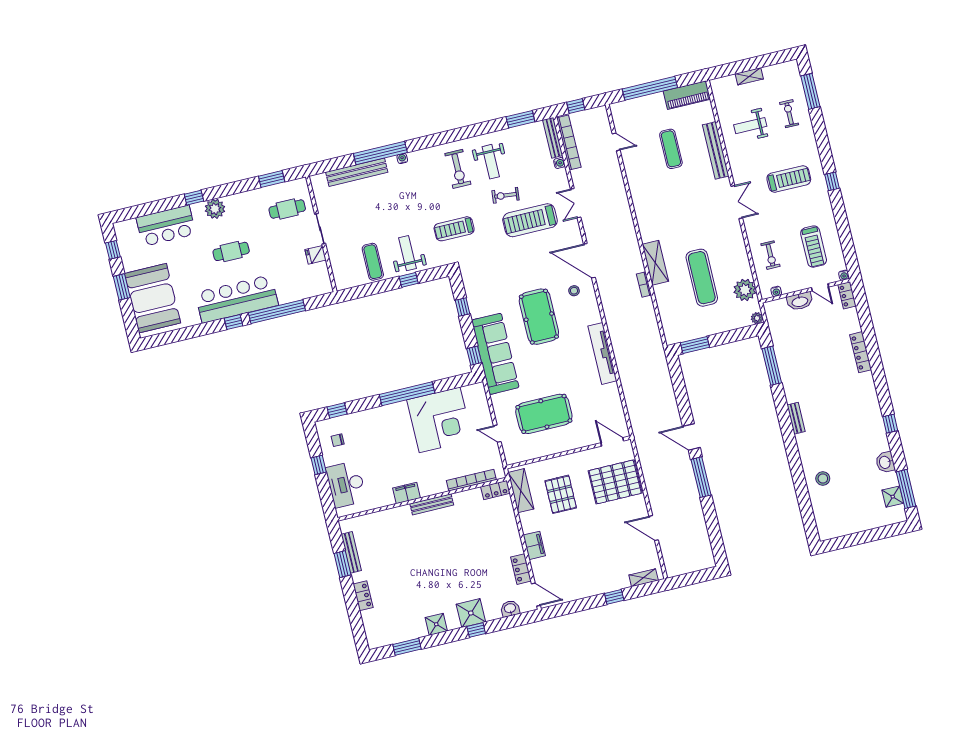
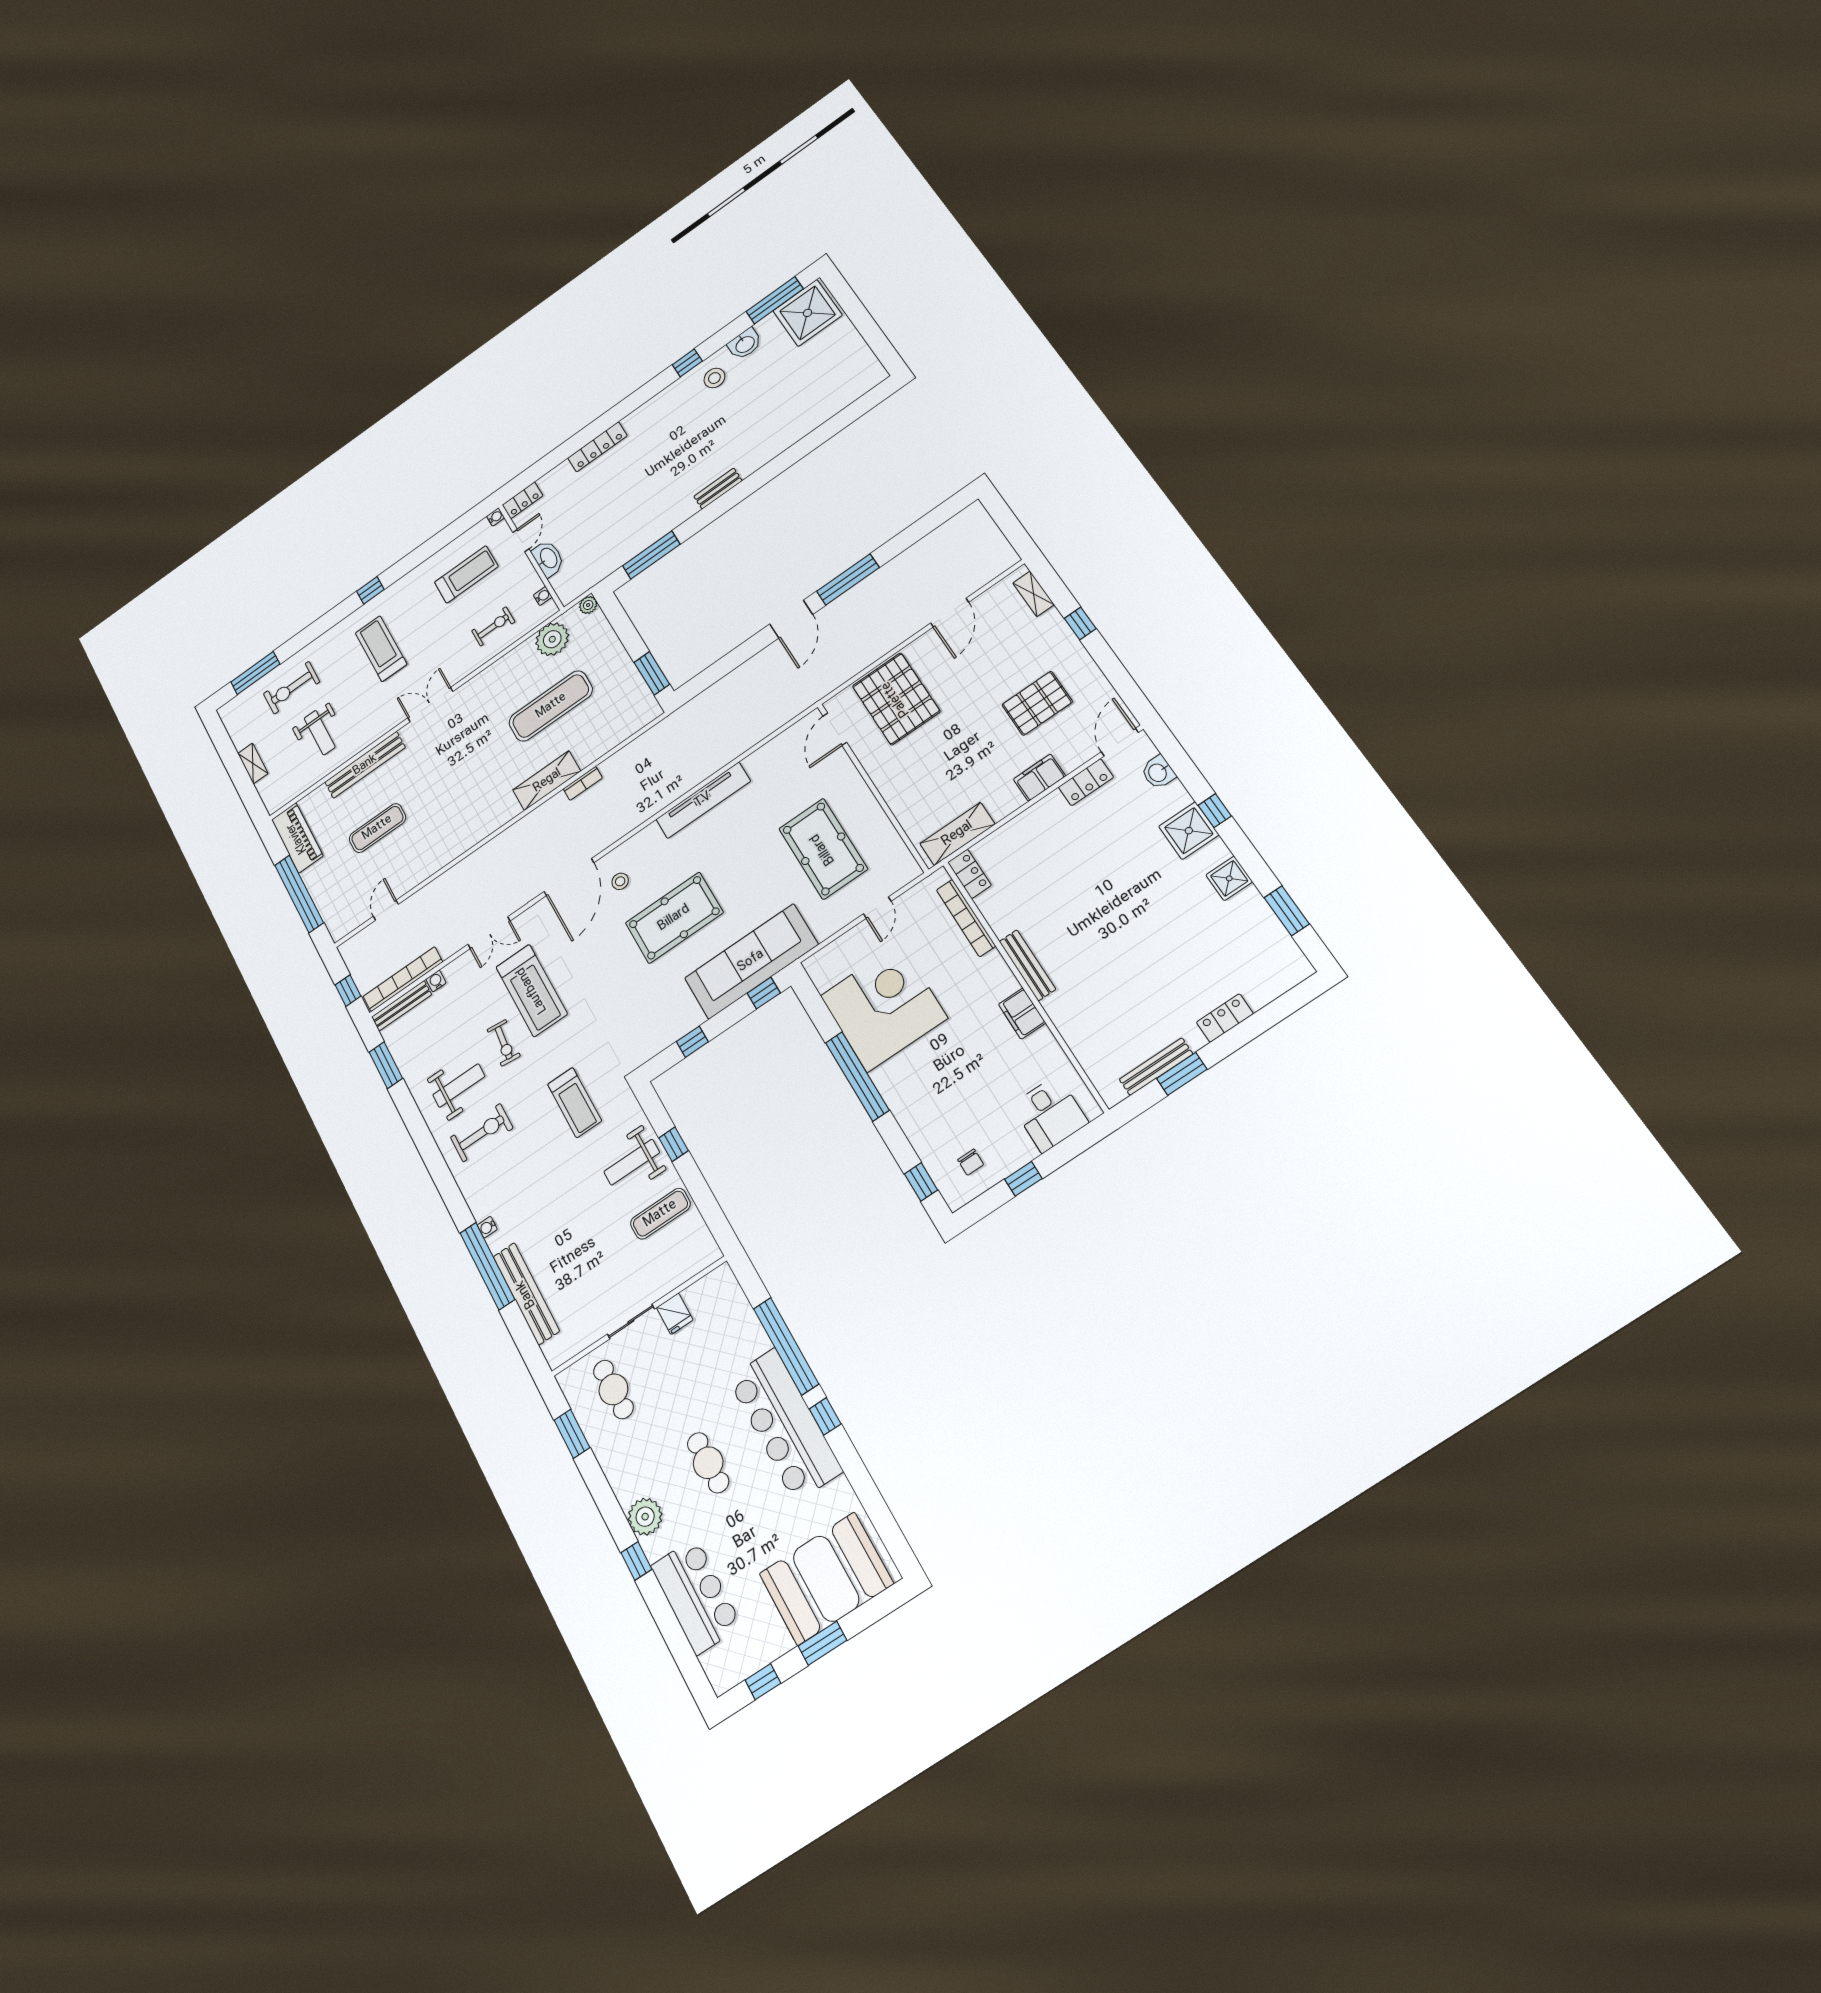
exercise bike: (789, 114) -> (292, 688), width x1.38, depth x1.39
stool: (823, 478) -> (714, 378), moved
desk: (346, 484) -> (1050, 1114), width x0.73
pallet: (561, 494) -> (1037, 703), moved
shower: (893, 497) -> (807, 313), width x1.86, depth x1.86

